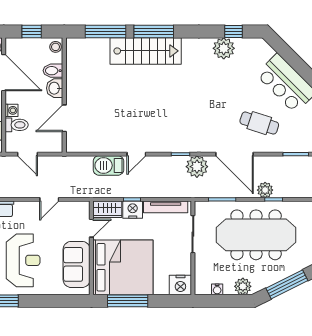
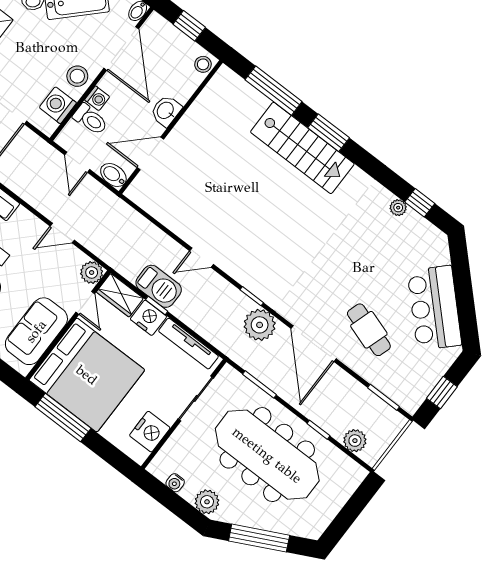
window: (154, 31) -> (329, 133), width x0.69
plant: (224, 48) -> (398, 208), width x0.53, depth x0.53
bidet: (53, 71) -> (113, 175), moved
barbecue: (108, 165) -> (159, 286), moved, turned 180
plant: (265, 190) -> (355, 441), moved
plant: (82, 209) -> (92, 273), added
door: (91, 228) -> (85, 303), hinge flipped
nightstand: (180, 285) -> (150, 432), moved, turned -90

